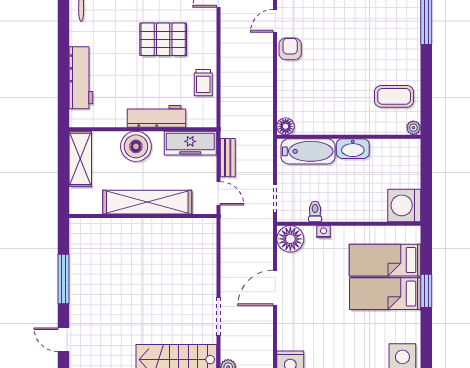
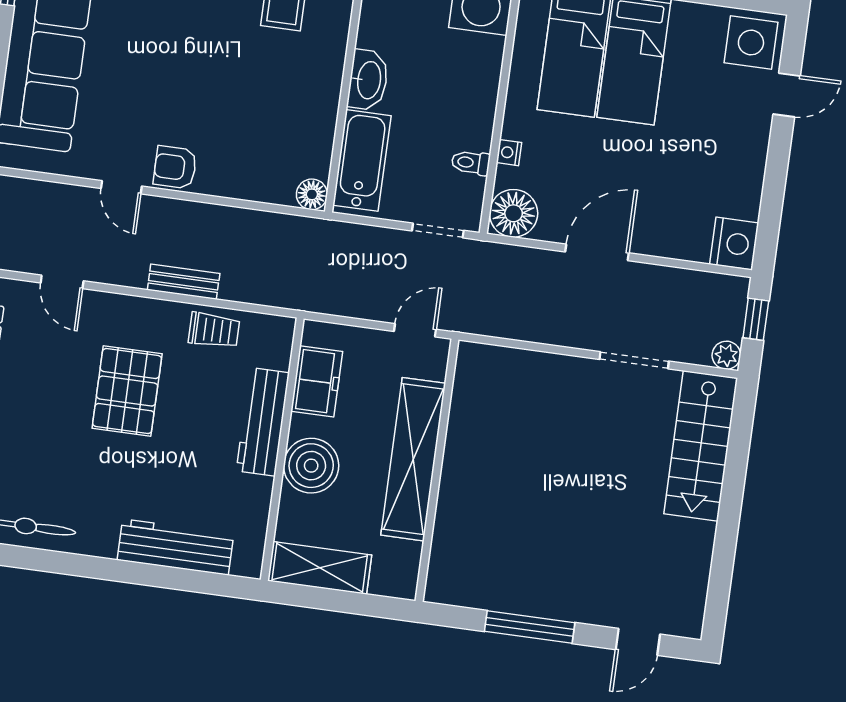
freezer: (190, 143) -> (317, 381), width x0.71
bench: (228, 158) -> (184, 282), moved
door: (275, 288) -> (597, 252), swing flipped

